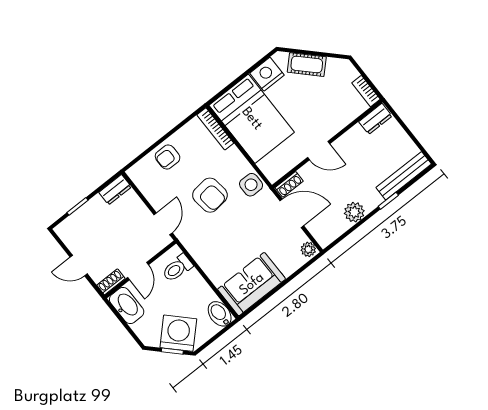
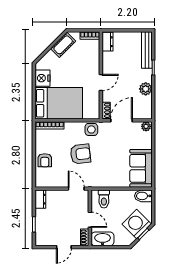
cot: (307, 65) -> (63, 45), moved

